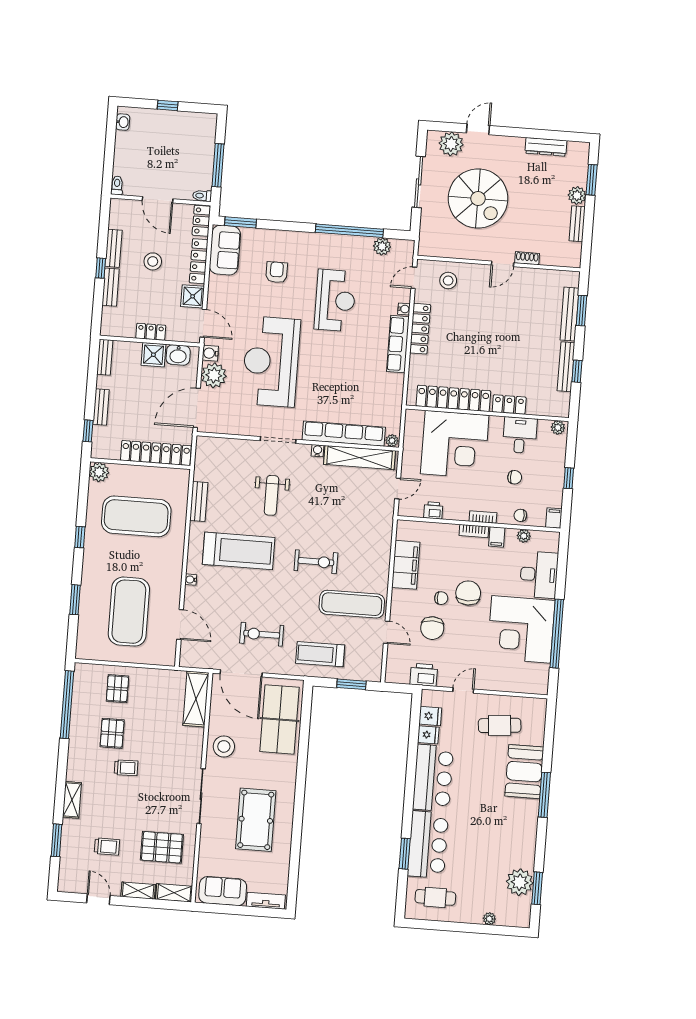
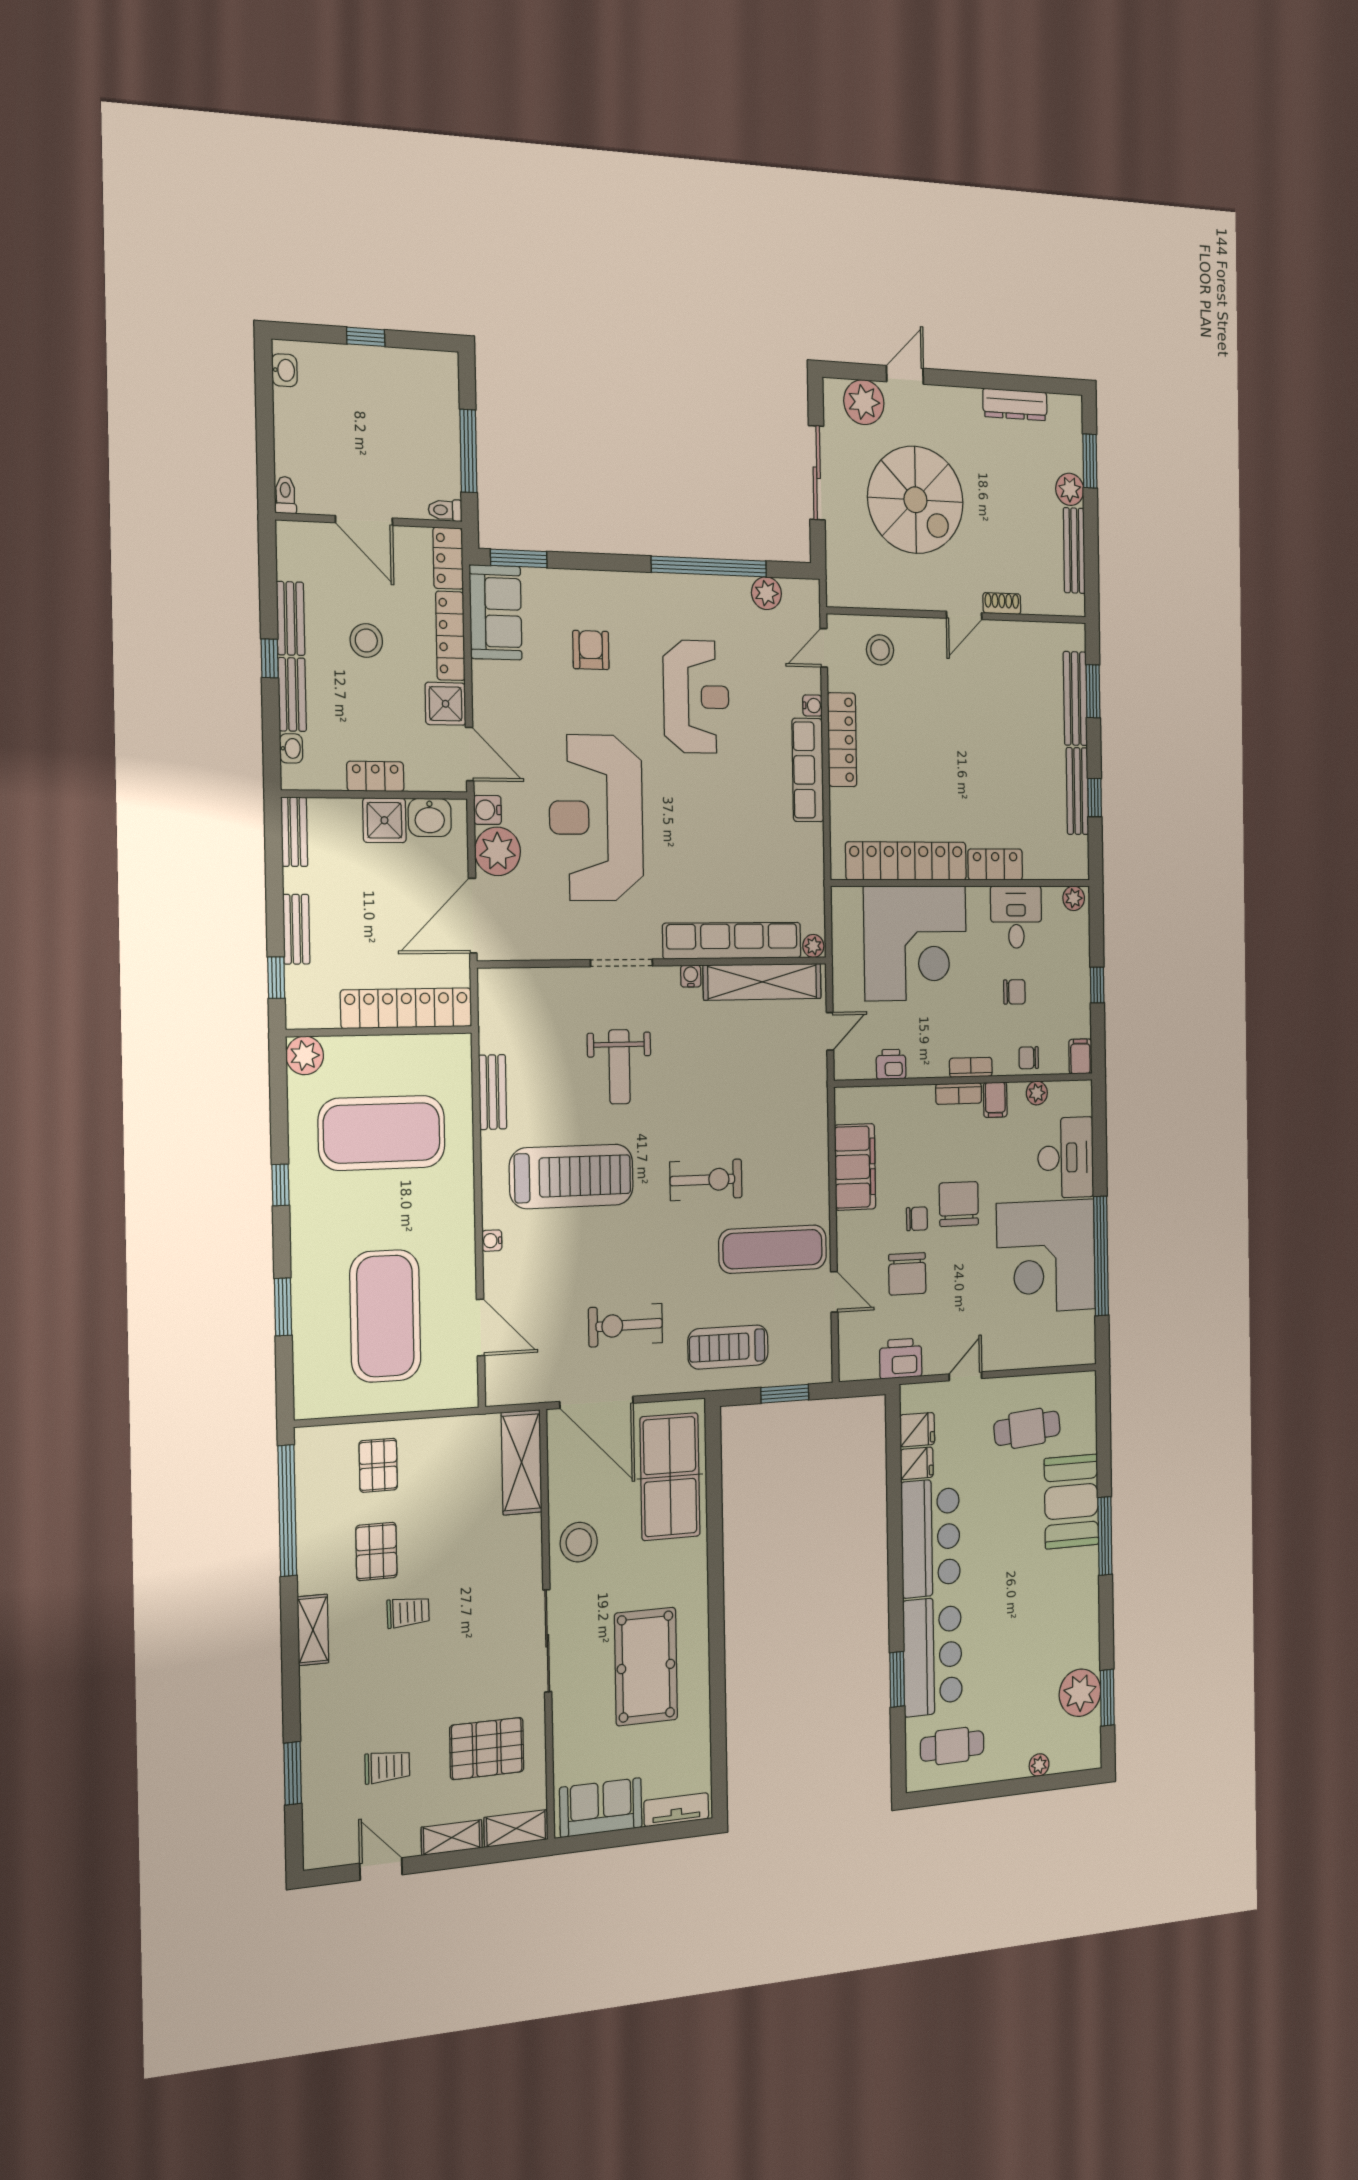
bench: (577, 224) -> (1074, 551), width x1.36
washbasin: (107, 315) -> (291, 748), added
shelving: (72, 800) -> (313, 1630), moved

